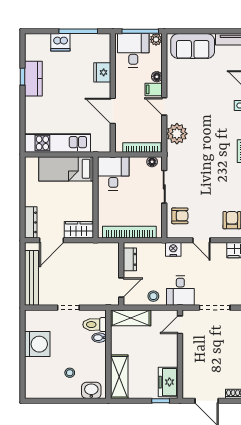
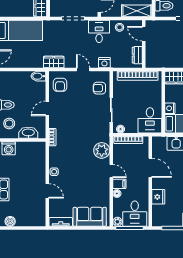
nightstand: (87, 189) -> (170, 108), added
door: (121, 288) -> (144, 34), hinge flipped

